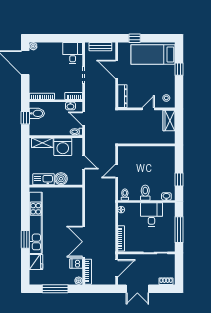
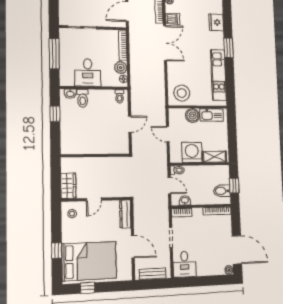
window: (135, 38) -> (87, 288), moved
bed: (153, 54) -> (89, 261), width x1.50
toilet: (145, 193) -> (83, 98), moved
stool: (70, 198) -> (182, 93), added
plant: (123, 219) -> (121, 68), added
kitchen unit: (36, 223) -> (218, 75), width x0.73

